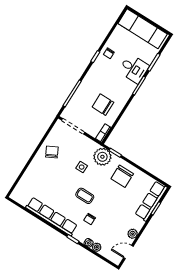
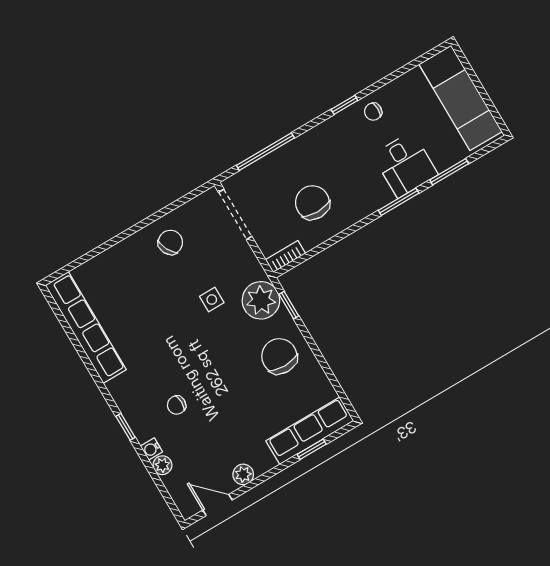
chair: (122, 176) -> (279, 356), turned 90
coffee table: (85, 196) -> (190, 357), removed
row of seats: (52, 217) -> (86, 327), moved

